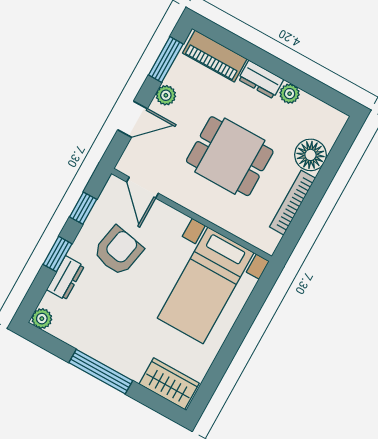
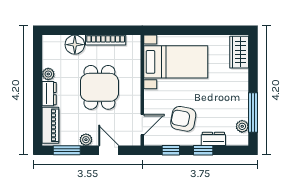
plant: (42, 319) -> (242, 126), moved
window: (101, 372) -> (253, 112), moved

